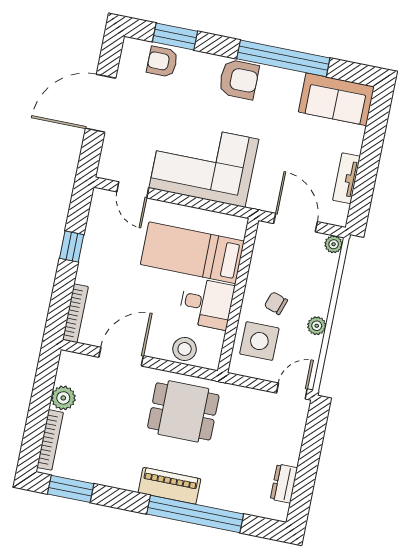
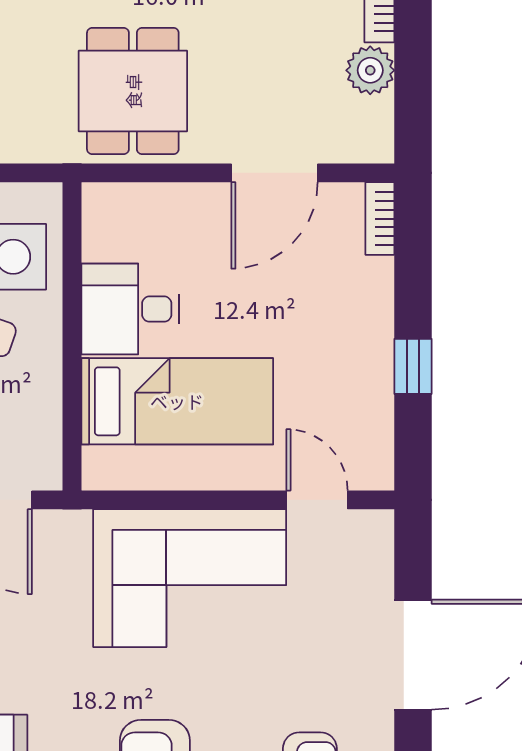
bookcase: (75, 313) -> (380, 219), width x0.64
stool: (185, 349) -> (155, 212), removed
dining table: (183, 411) -> (133, 91), turned 90

